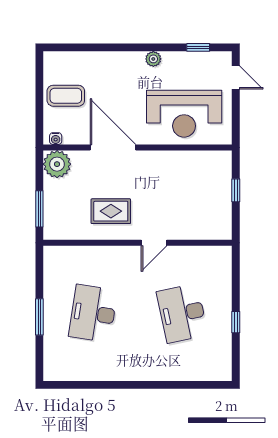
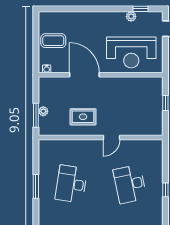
plant: (153, 59) -> (131, 16), moved
plant: (57, 164) -> (43, 111), moved, width x0.53, depth x0.53

